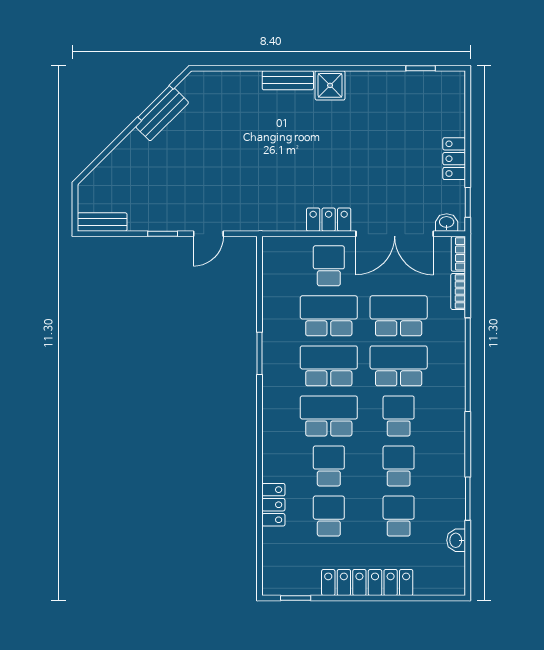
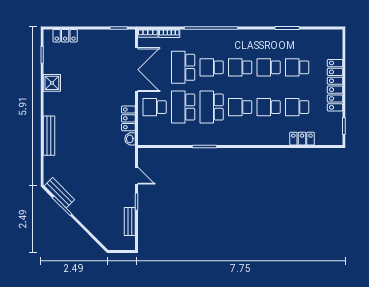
bench: (288, 80) -> (49, 136), width x1.36
shower: (330, 85) -> (52, 83), moved
bench: (162, 115) -> (59, 193), moved
locker: (454, 159) -> (65, 36), moved
locker: (329, 220) -> (128, 118), moved
bench: (102, 222) -> (130, 222), moved
washbasin: (447, 223) -> (130, 139), moved
school desk: (399, 366) -> (212, 67), width x0.54
school desk: (329, 416) -> (240, 107), width x0.54
locker: (273, 505) -> (302, 139), moved
washbasin: (456, 540) -> (311, 35), removed

